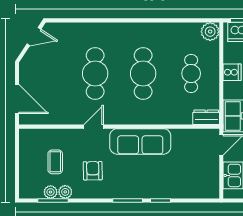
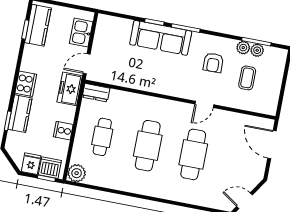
sofa: (140, 141) -> (161, 38), moved, turned 180

